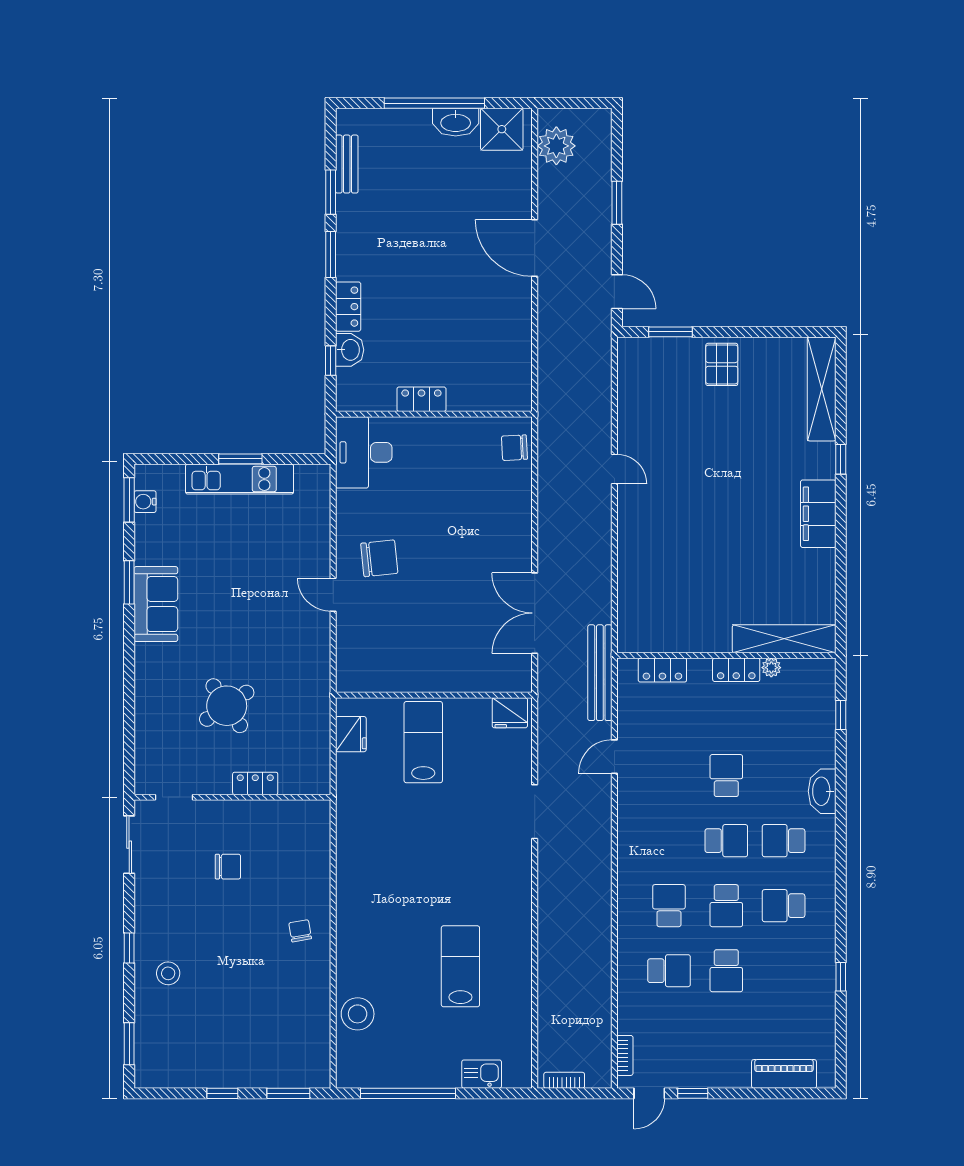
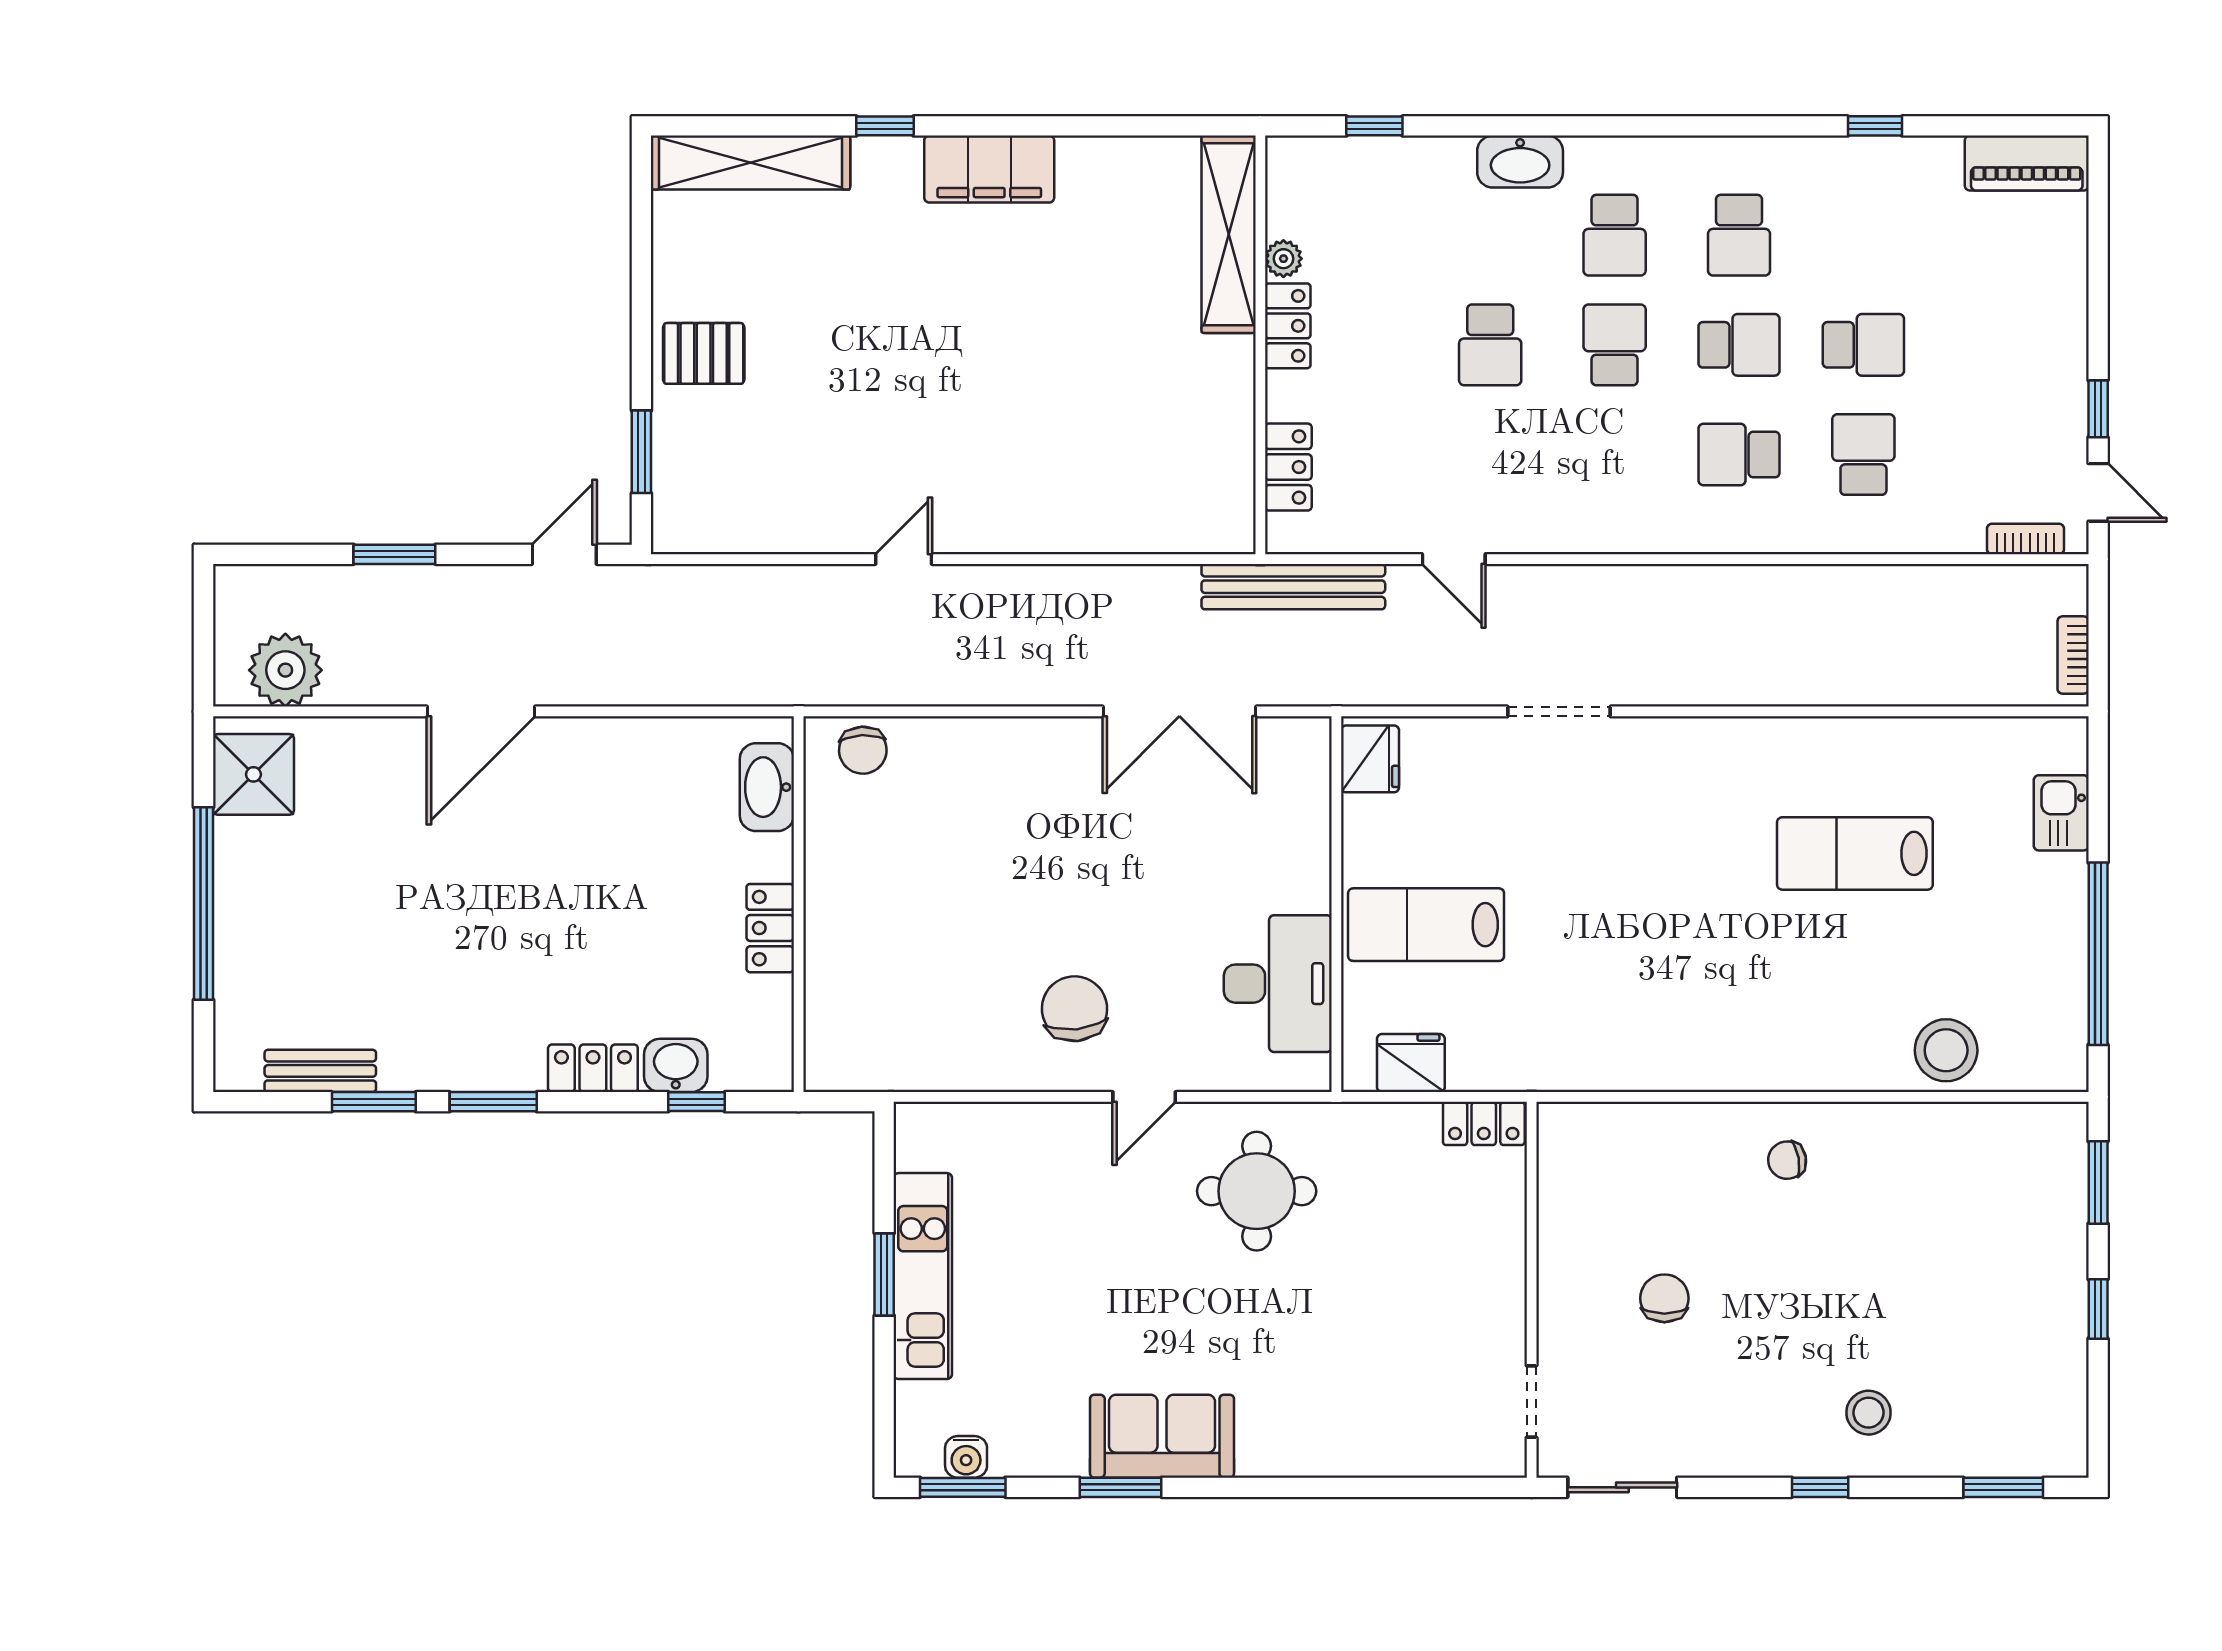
washbasin: (456, 122) -> (767, 787), moved, turned 180
desk: (364, 452) -> (1278, 984), moved, turned -90
round table: (227, 706) -> (1257, 1191), moved, turned 34
school desk: (726, 776) -> (1490, 345), turned -90
locker: (255, 783) -> (1484, 1123), moved, turned -90
piano: (784, 1074) -> (2027, 163), moved, turned -90

